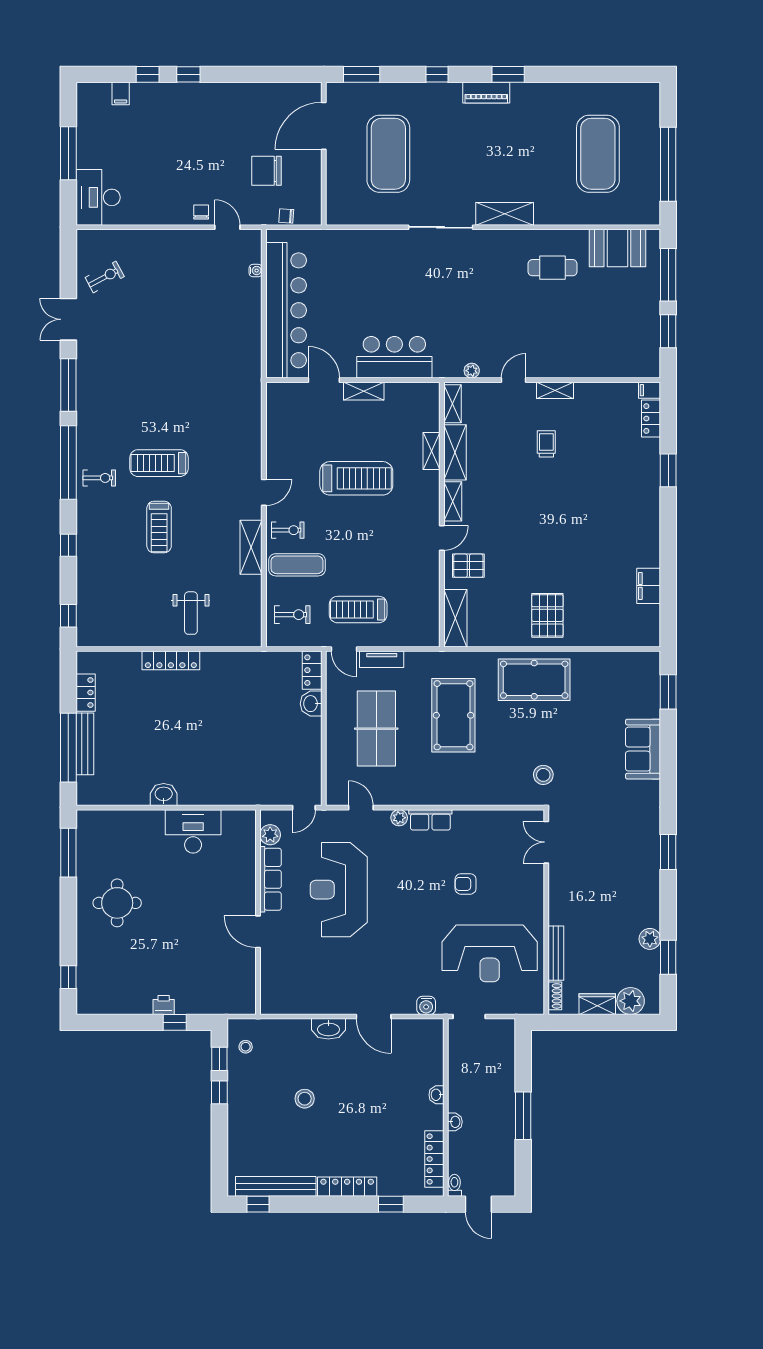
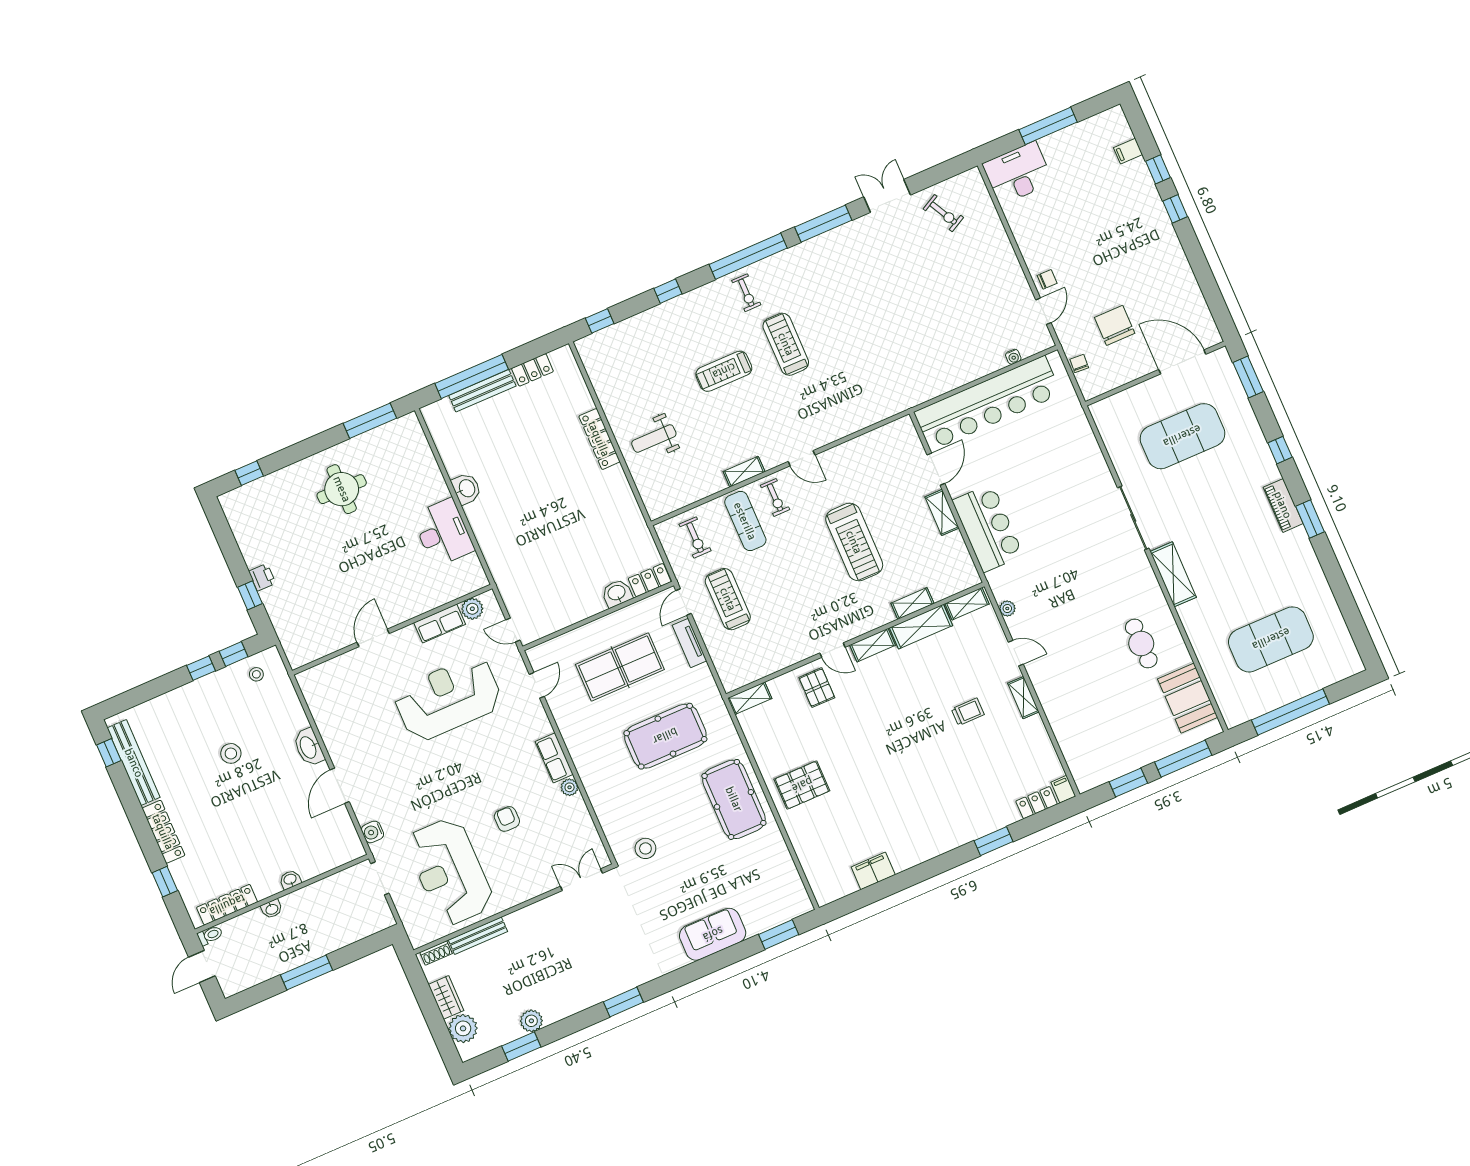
shelving: (251, 547) -> (744, 472), width x0.67, depth x0.75
shelving: (455, 618) -> (750, 698), width x0.67, depth x0.75
plant: (399, 818) -> (570, 787), moved
row of seats: (271, 879) -> (440, 623), width x0.68

